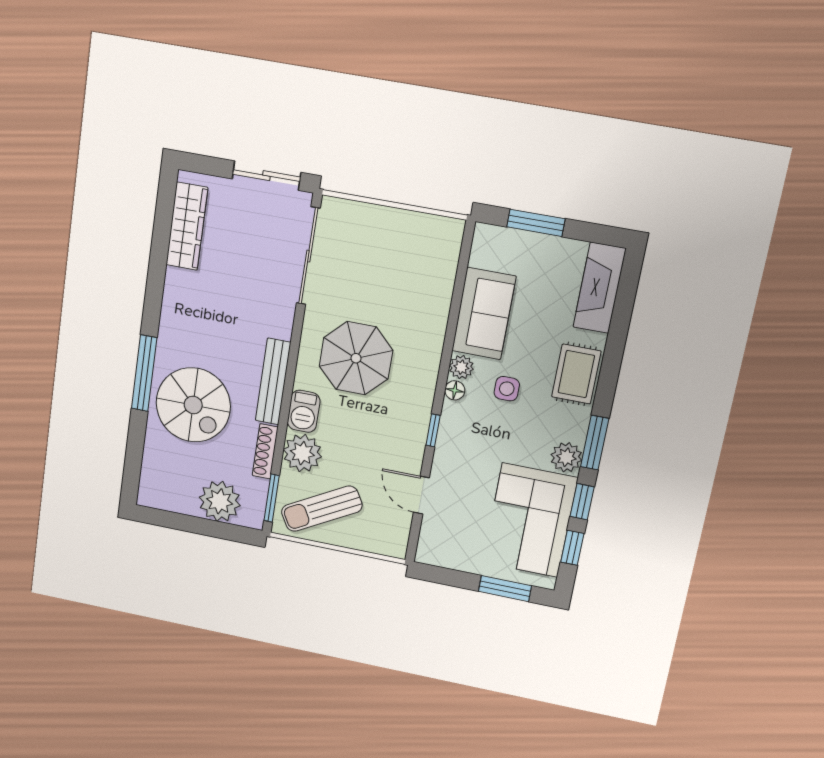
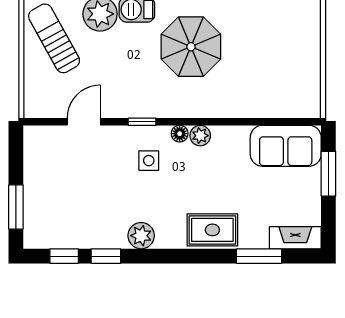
fireplace: (600, 288) -> (295, 238), width x0.73, depth x0.76
sofa: (484, 314) -> (286, 146), moved
side table: (507, 389) -> (149, 161), moved
window: (595, 443) -> (259, 256), moved
corner sofa: (530, 520) -> (81, 216), removed

